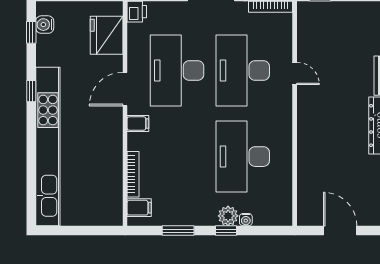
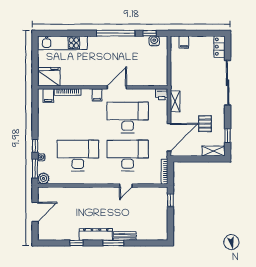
fridge: (107, 35) -> (49, 77), moved
door: (125, 89) -> (117, 87), hinge flipped
window: (31, 91) -> (116, 33), width x3.17
kitchen unit: (48, 147) -> (62, 43), width x0.54
plant: (228, 216) -> (43, 178), moved
window: (178, 231) -> (35, 169), moved

